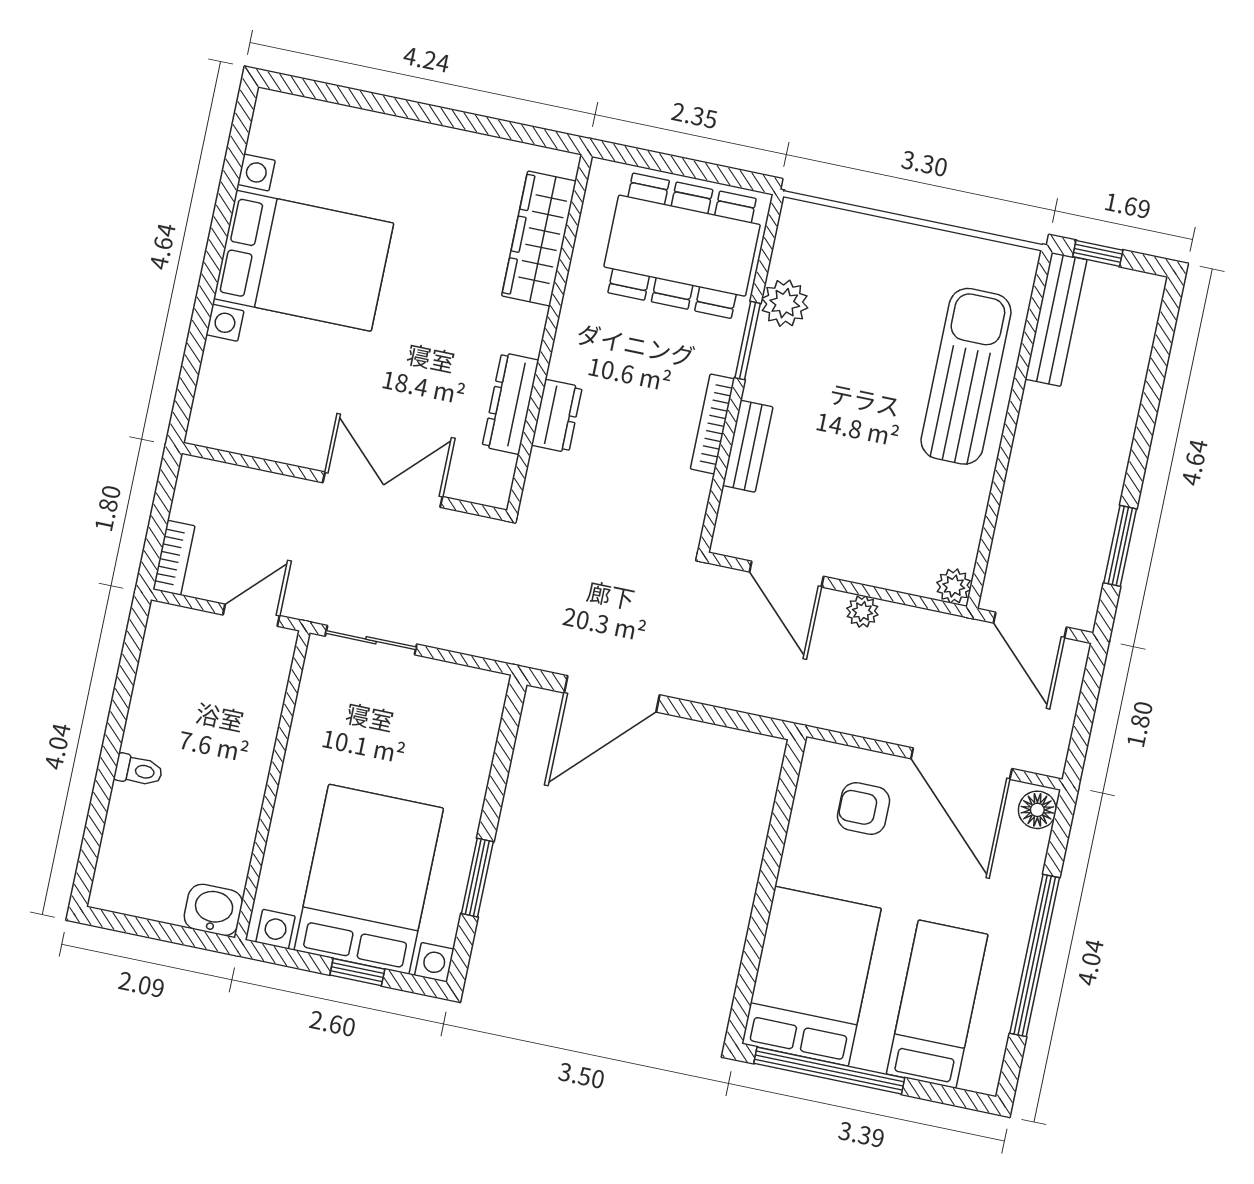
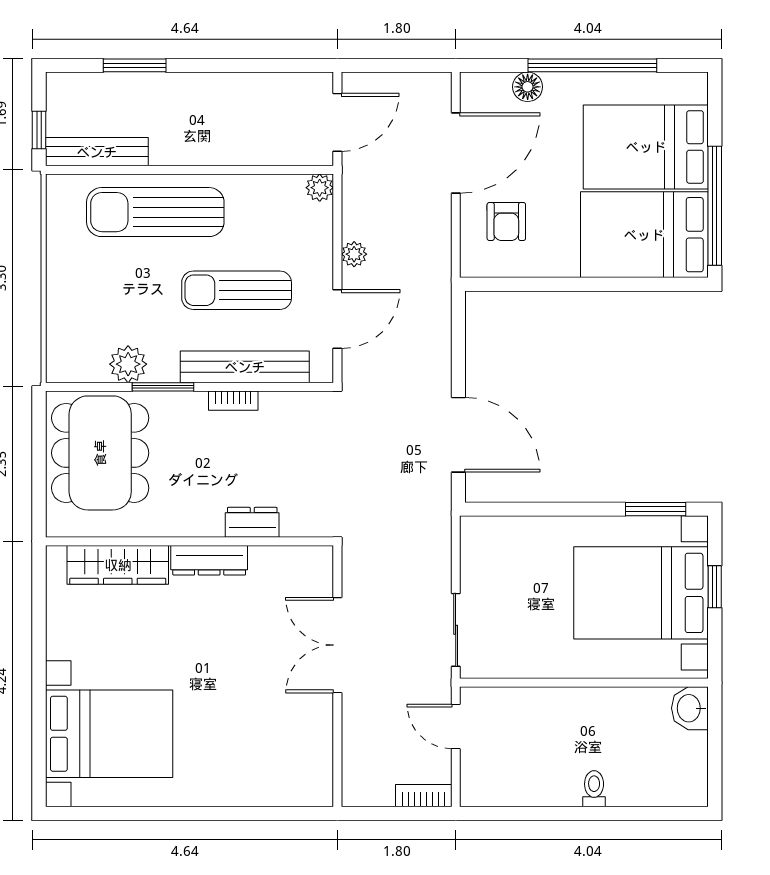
bed with nightstands: (304, 261) -> (109, 734), moved, turned 90
dresser: (510, 403) -> (209, 560), moved
bookcase: (712, 424) -> (233, 401), width x0.64
bench: (748, 446) -> (245, 367), width x1.86, depth x1.21
sun lounger: (848, 457) -> (237, 290), added
window: (1120, 546) -> (135, 65), moved
floor lamp: (1037, 810) -> (528, 87), moved
window: (477, 878) -> (656, 509), moved
bed: (937, 1004) -> (646, 147), width x1.50

